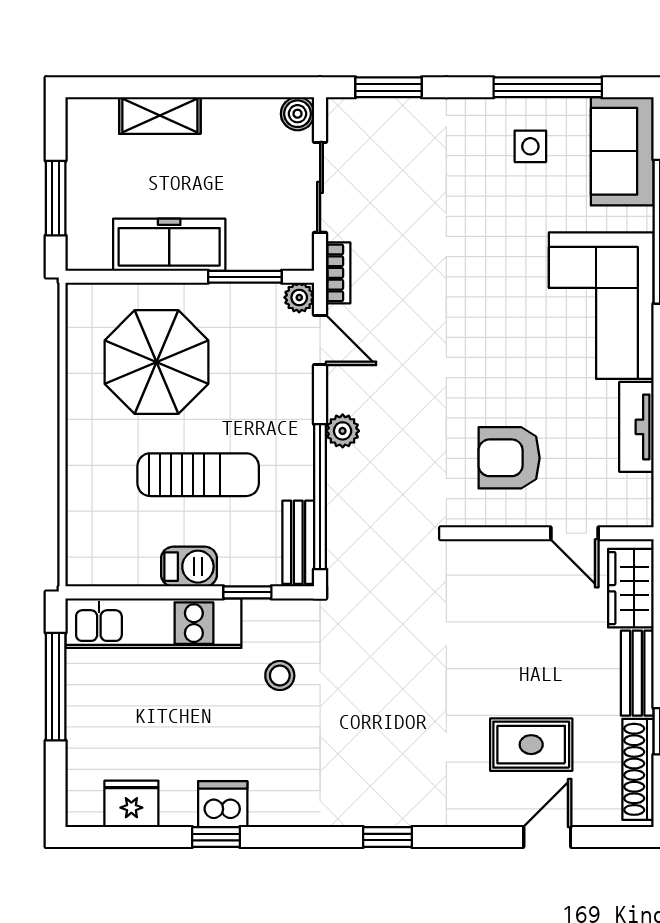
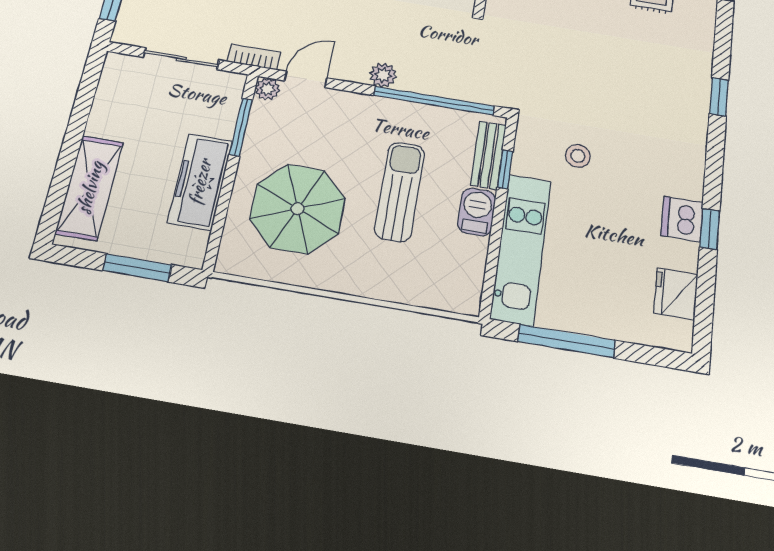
boiler: (298, 114) -> (117, 65), removed
shelving: (160, 115) -> (90, 188), width x1.50, depth x1.33
bench: (298, 542) -> (488, 155), moved, turned 90

